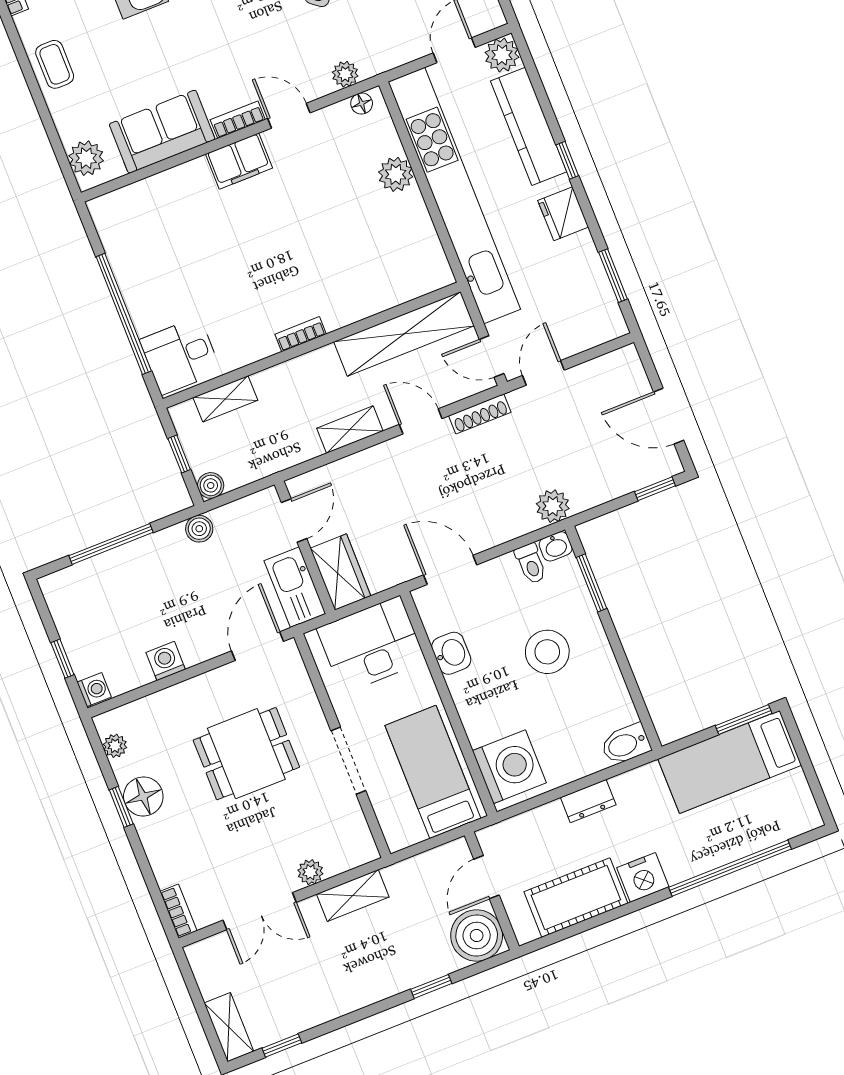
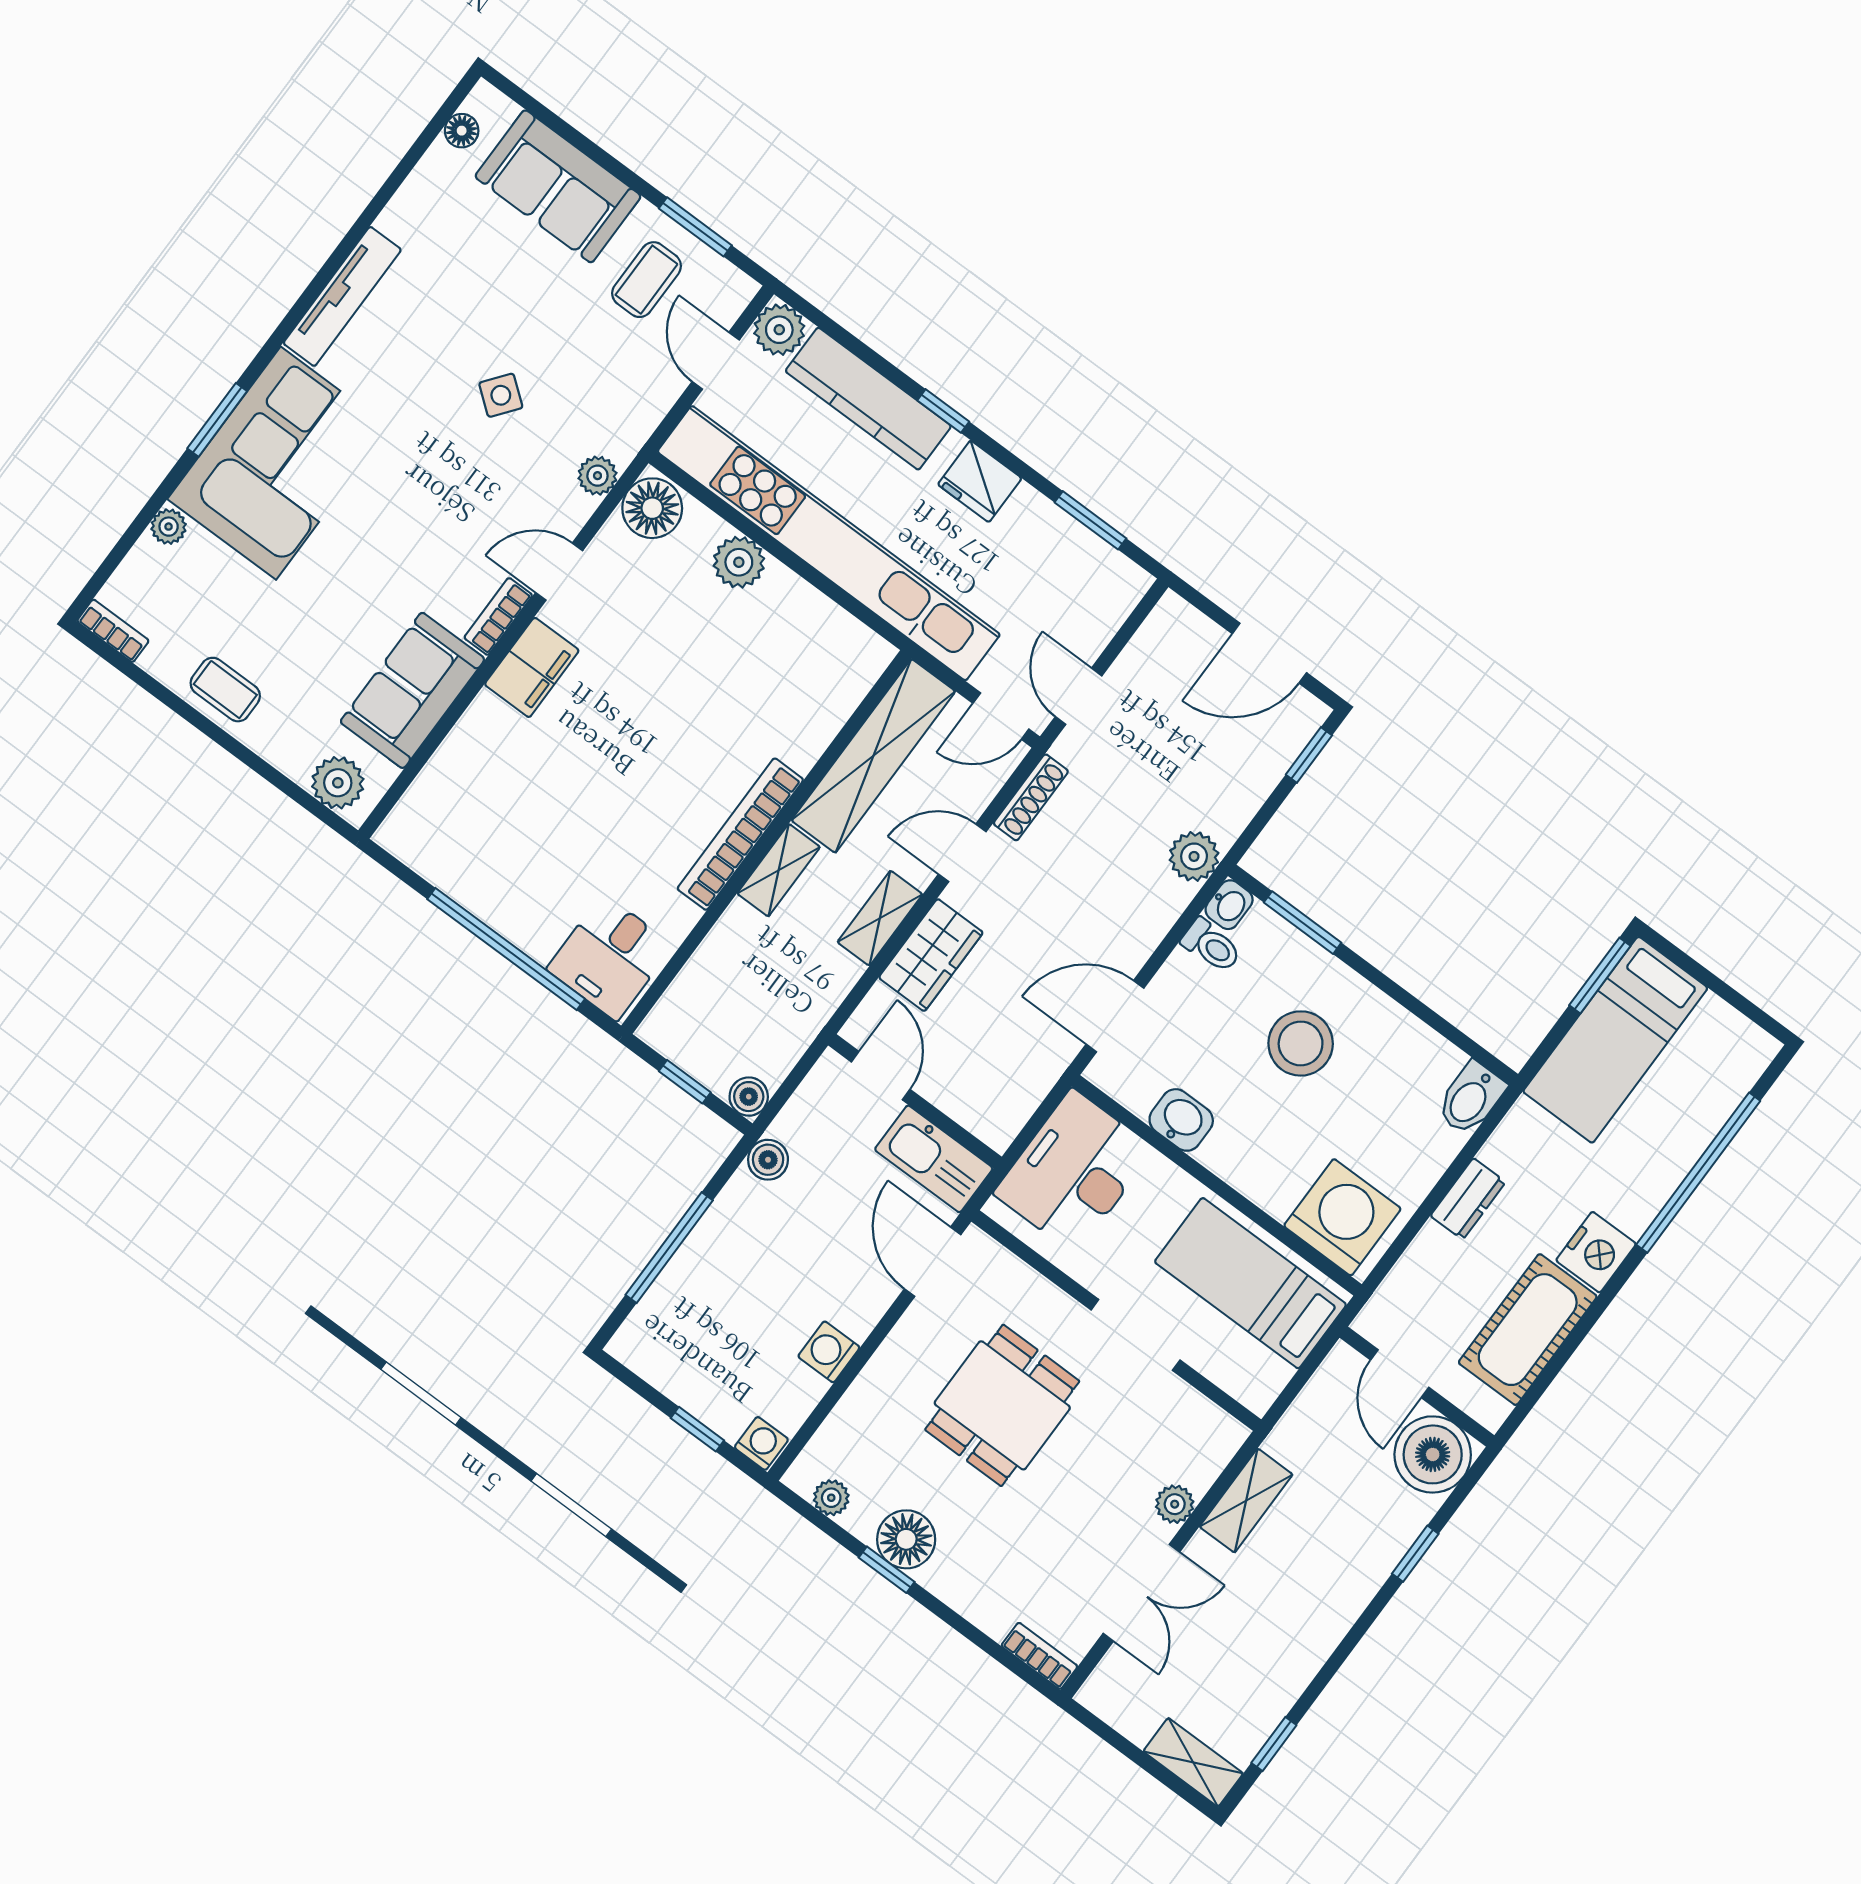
floor lamp: (362, 104) -> (652, 508), width x1.89, depth x1.89
bookcase: (301, 334) -> (740, 834), width x2.31, depth x1.31
shelving: (225, 399) -> (779, 870), moved
wardrobe: (341, 572) -> (931, 955), moved, turned 90

